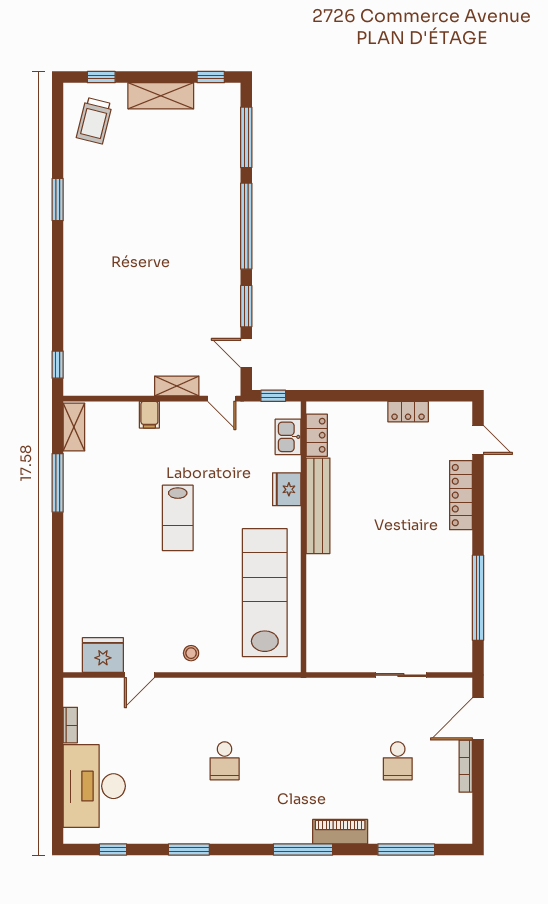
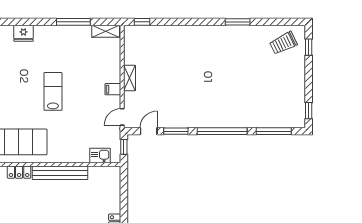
shelving: (161, 96) -> (298, 82), removed
trolley: (94, 121) -> (283, 43), turned -40
shelving: (177, 386) -> (129, 78), moved
filing cabinet: (149, 415) -> (113, 89), moved
locker: (317, 435) -> (19, 172), moved
fridge: (287, 489) -> (23, 33), moved, turned 180
lab bench: (178, 518) -> (53, 91), turned 90

